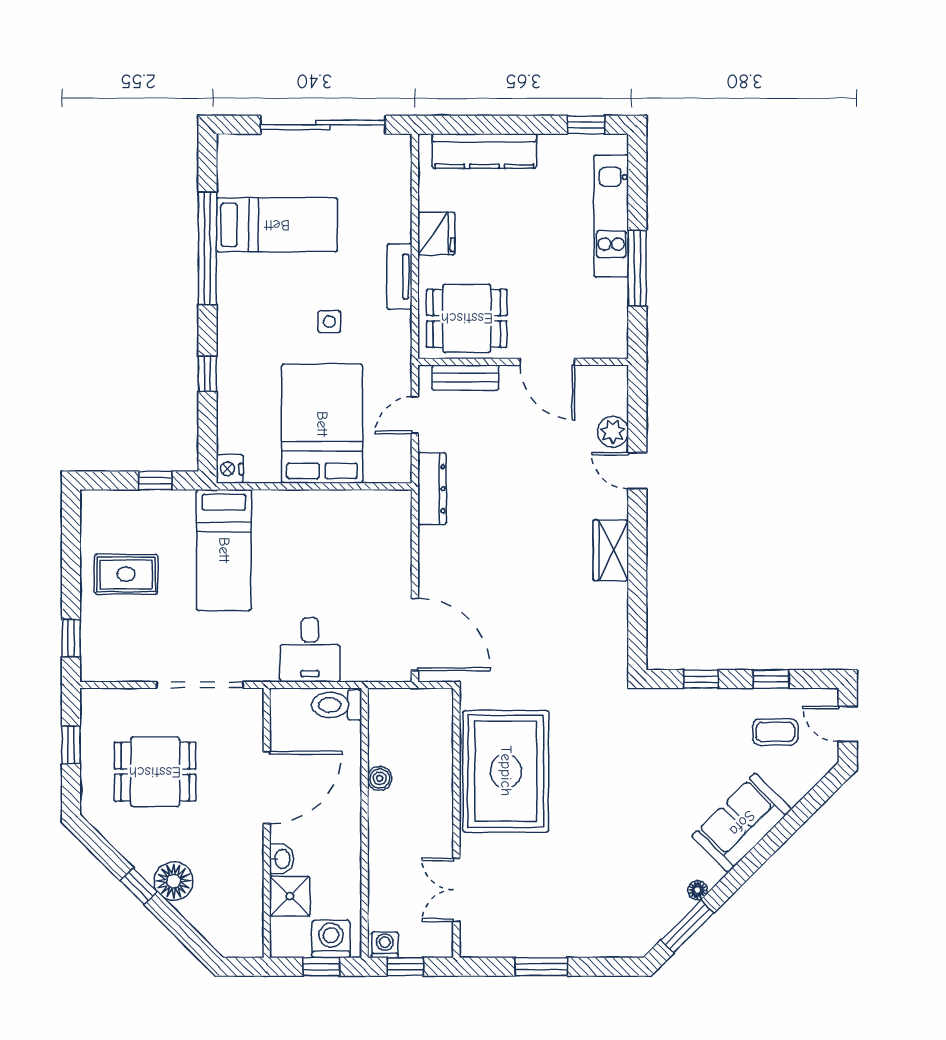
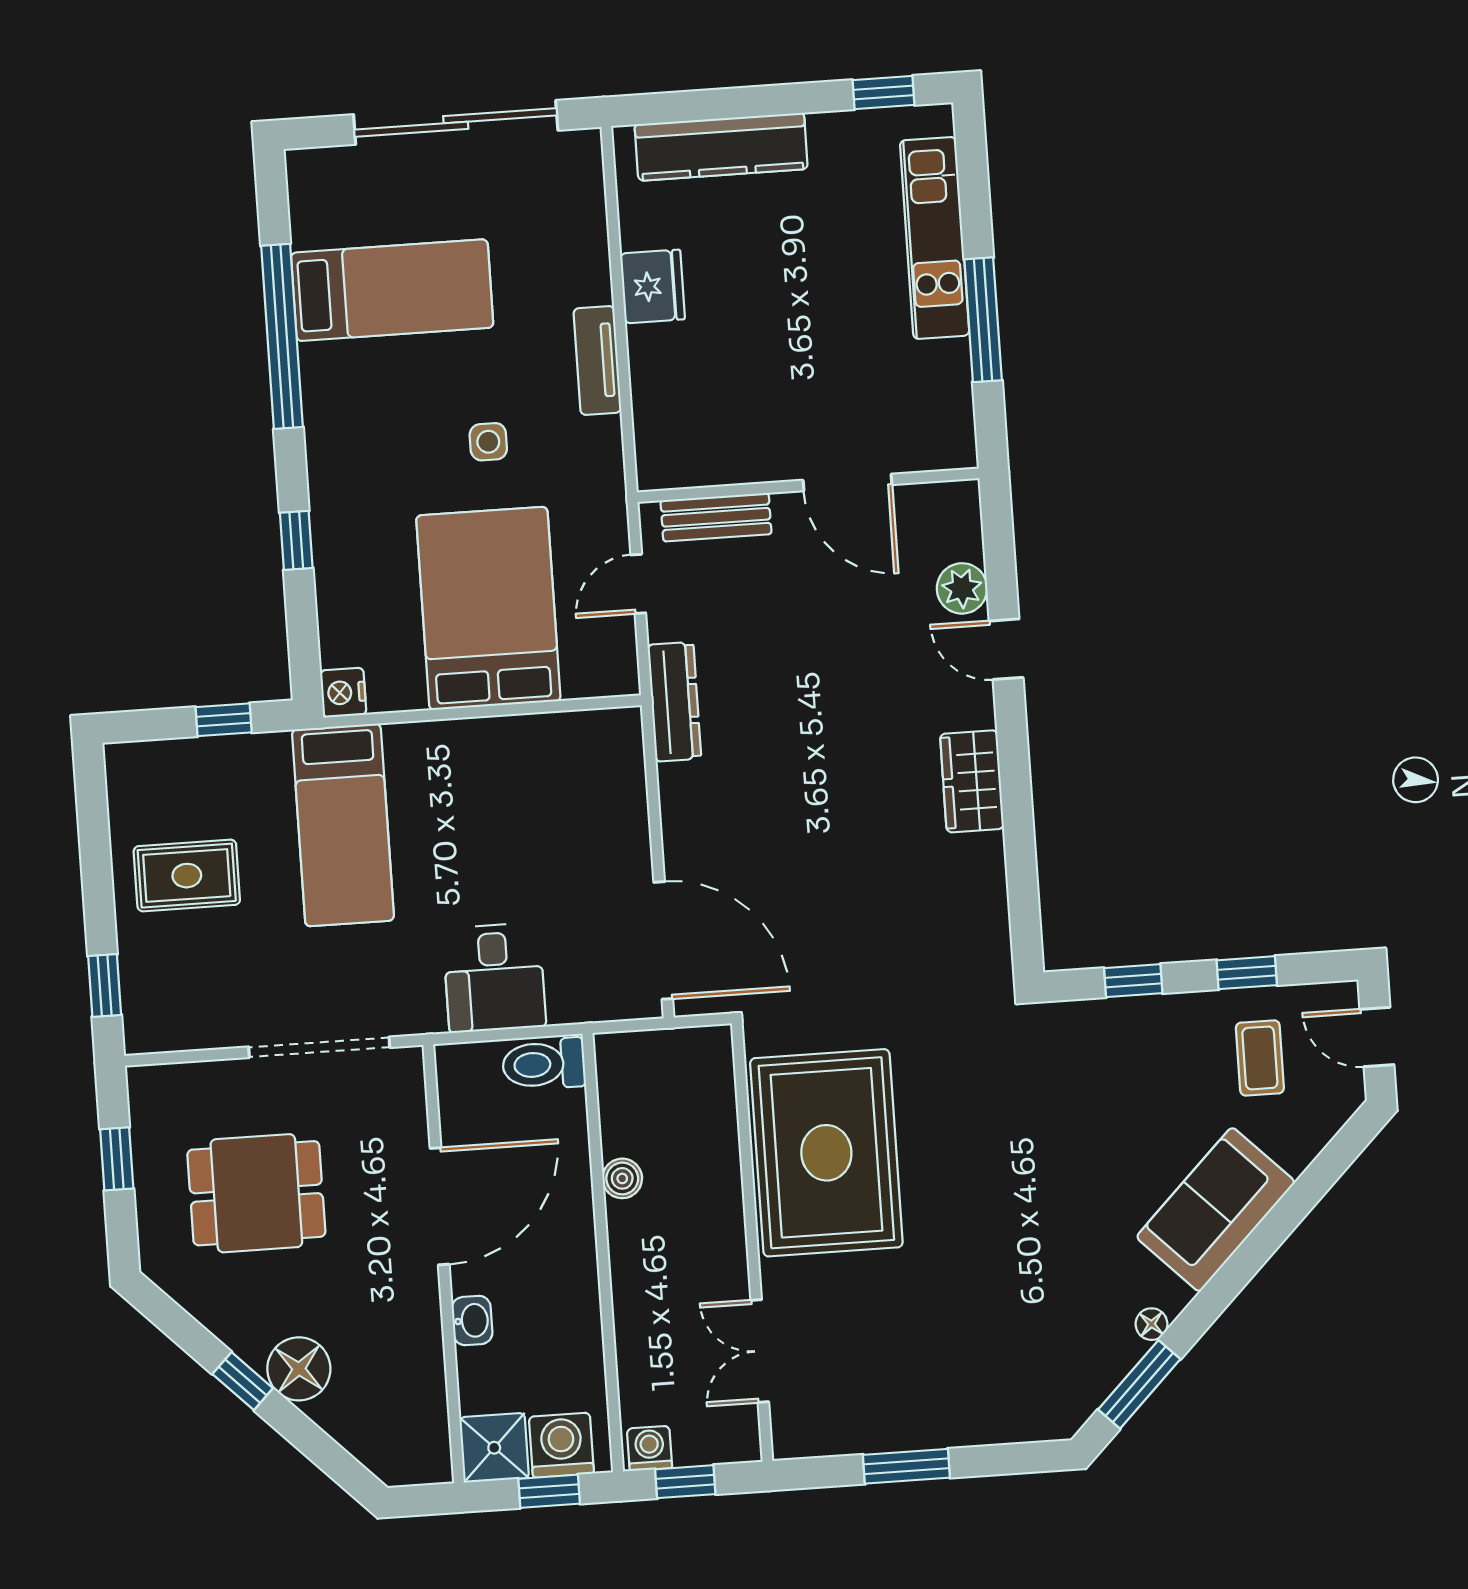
dining table: (467, 318) -> (711, 421), removed
coffee table: (775, 732) -> (1260, 1058), turned 90
shower: (290, 896) -> (494, 1448), moved

